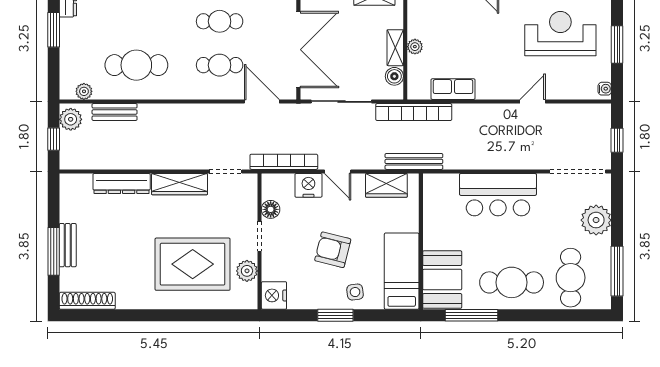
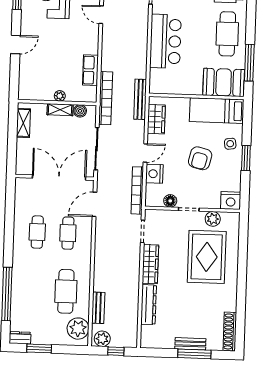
plant: (84, 91) -> (78, 329), width x1.88, depth x1.88

